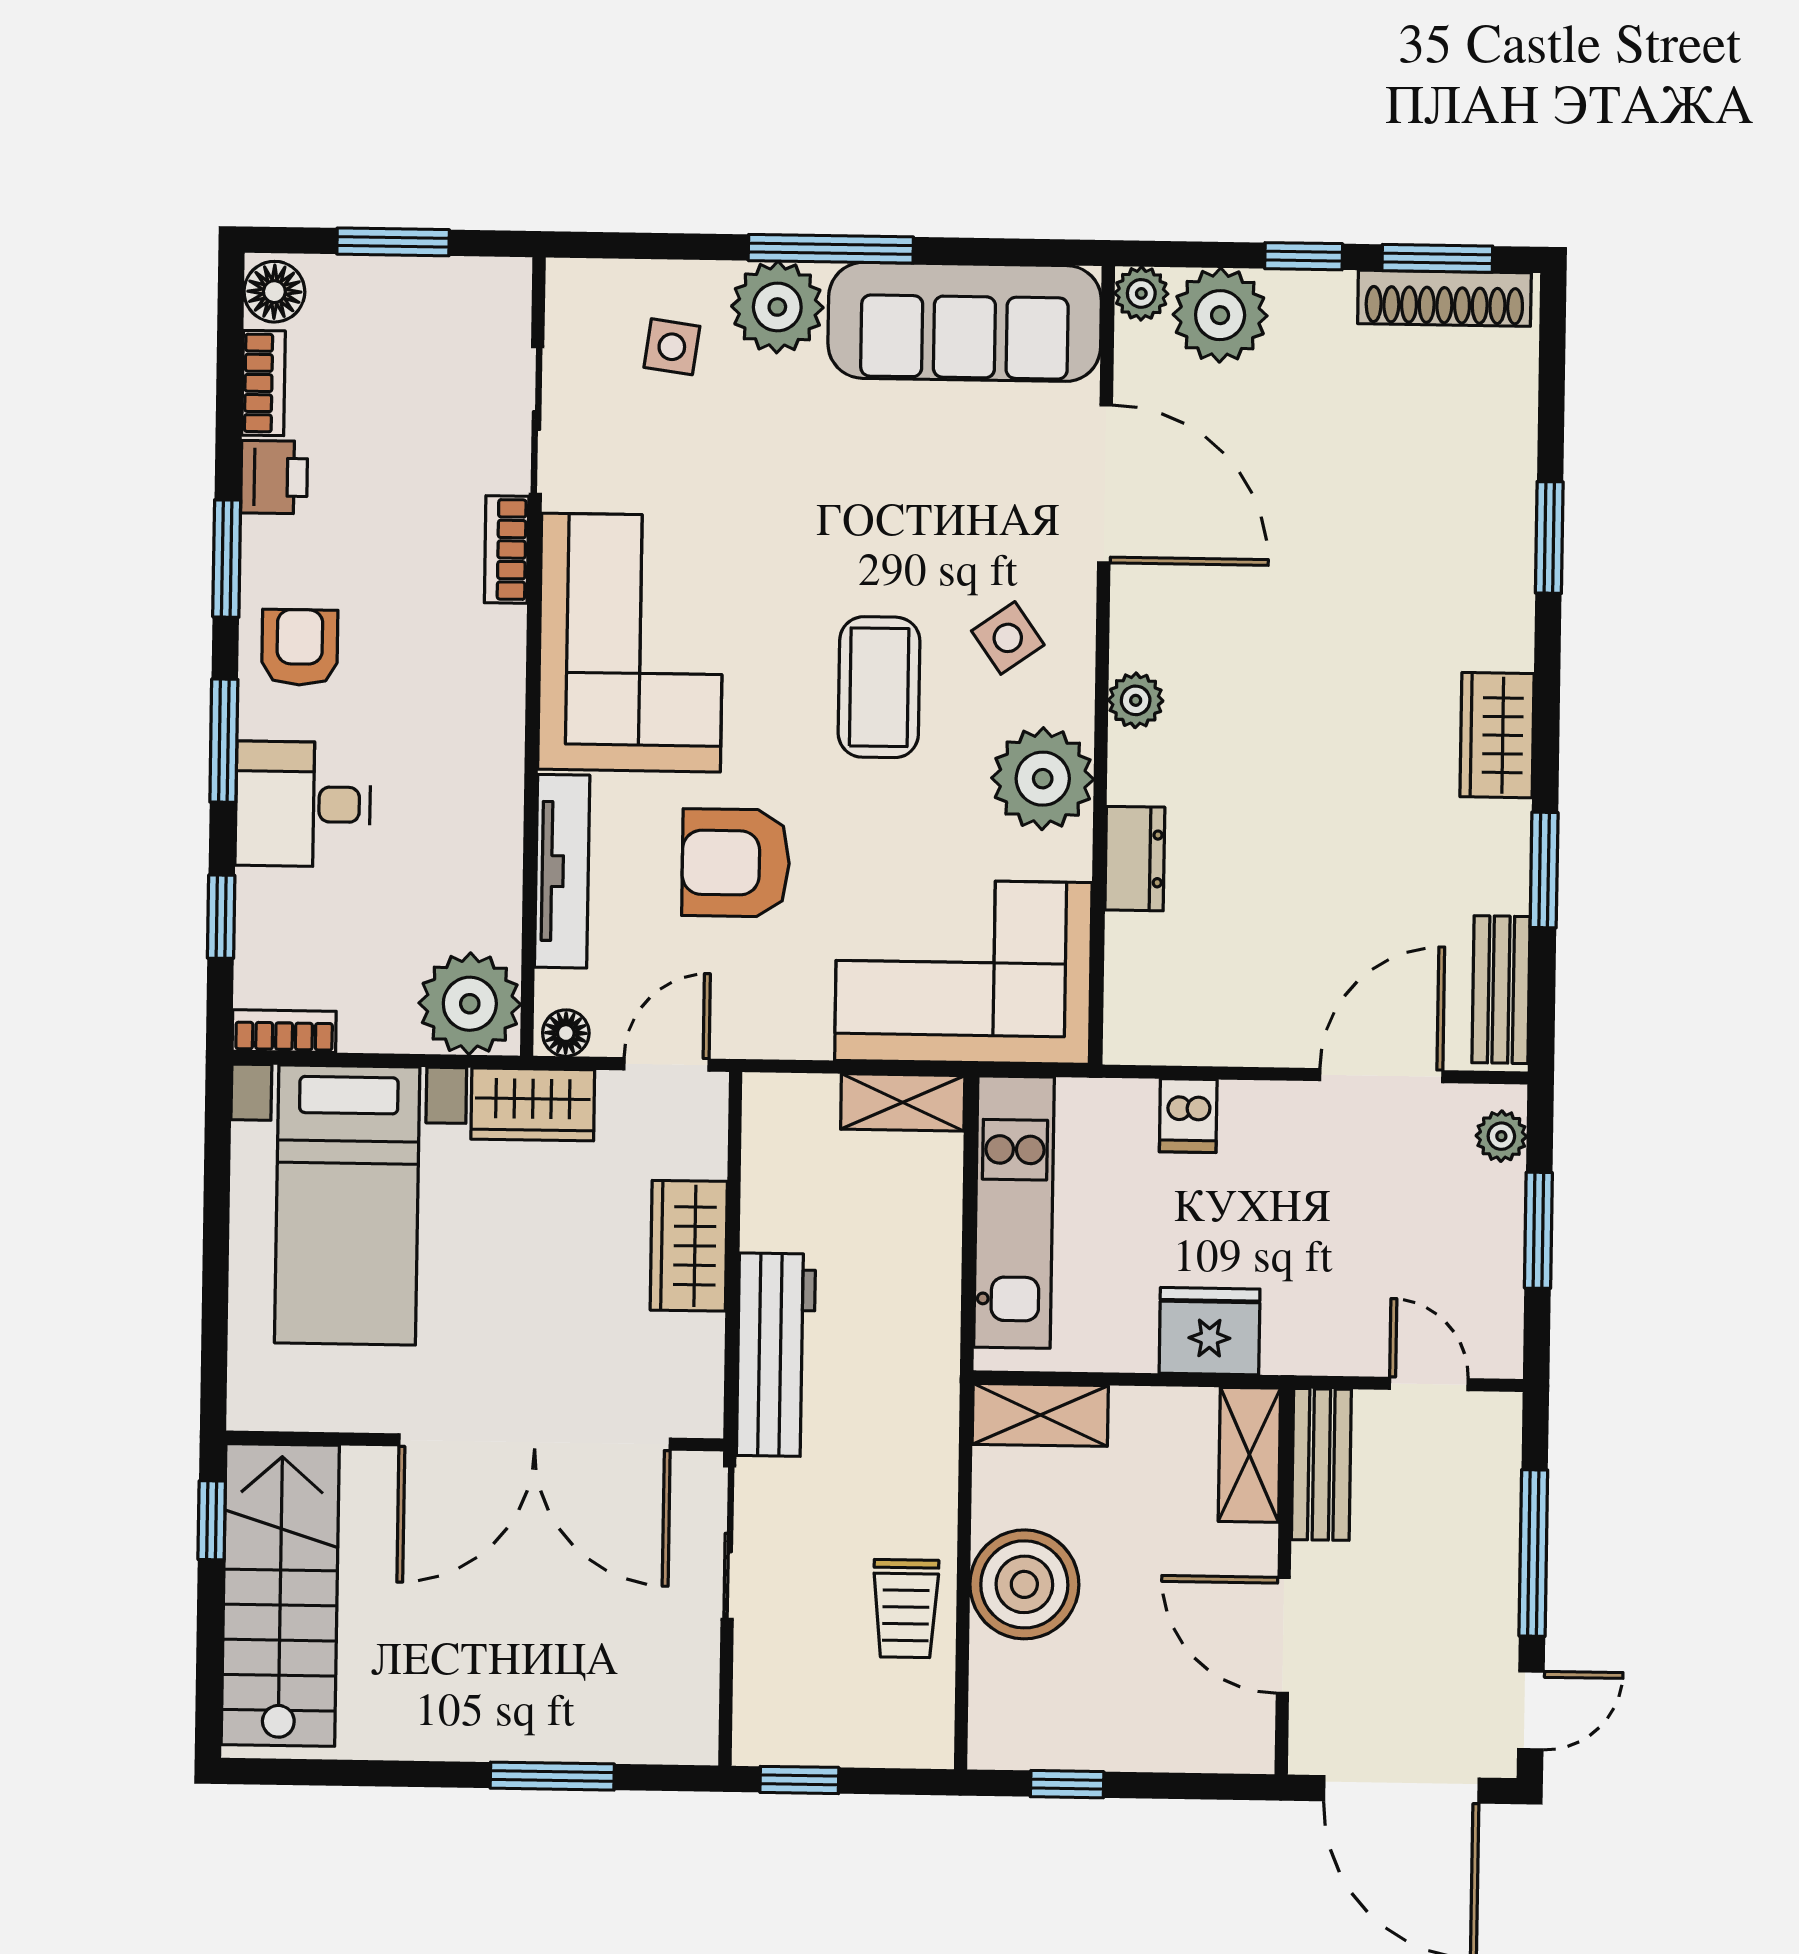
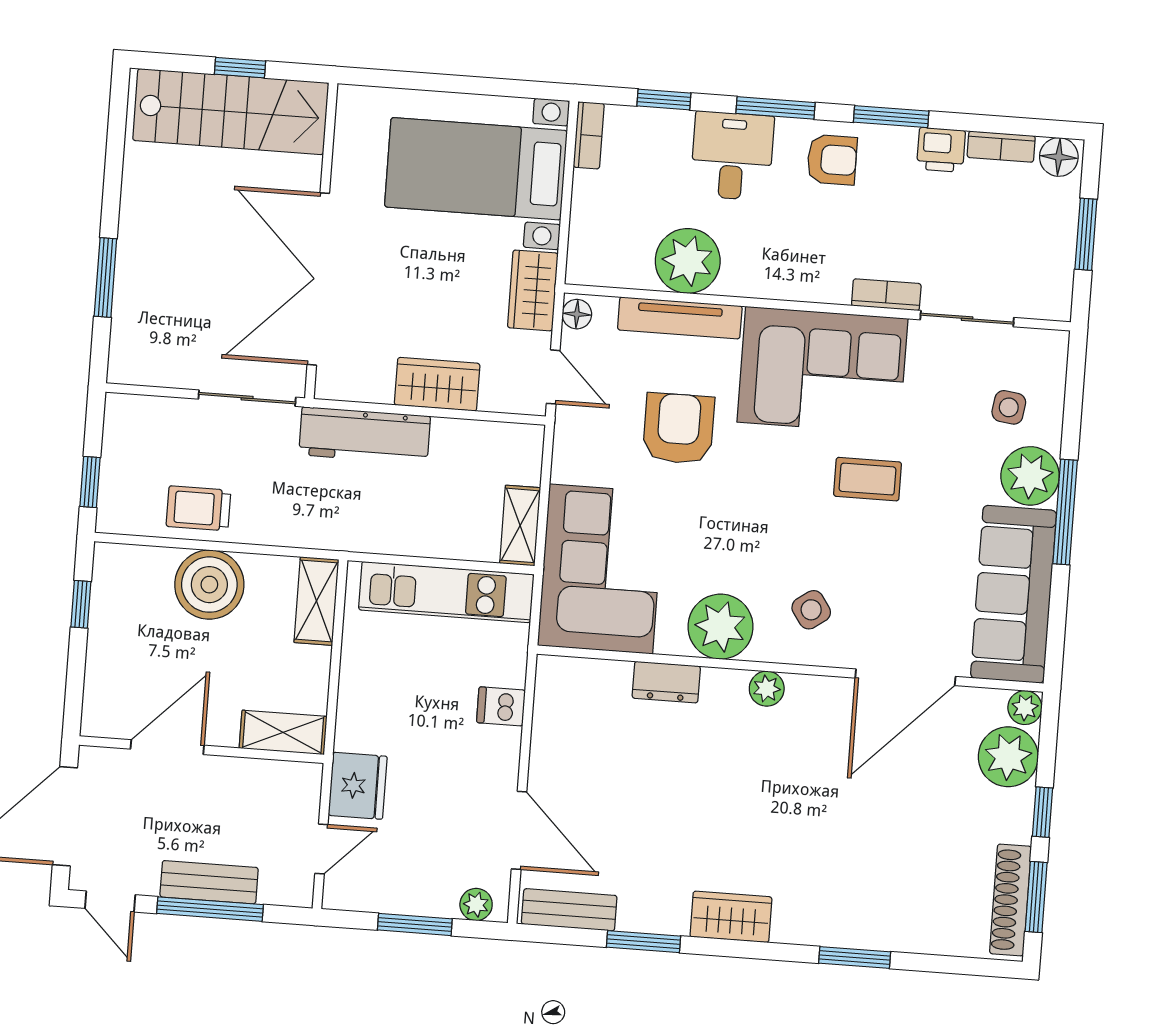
coffee table: (879, 687) -> (868, 479), moved, width x0.73, depth x0.77
plant: (470, 1004) -> (688, 261), moved
fridge: (1210, 1331) -> (358, 786), moved
bench: (1321, 1464) -> (209, 882), moved
window: (212, 1520) -> (240, 68), moved
window: (799, 1780) -> (90, 482), moved

